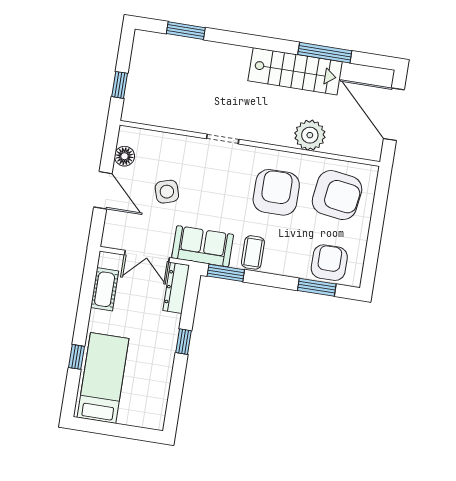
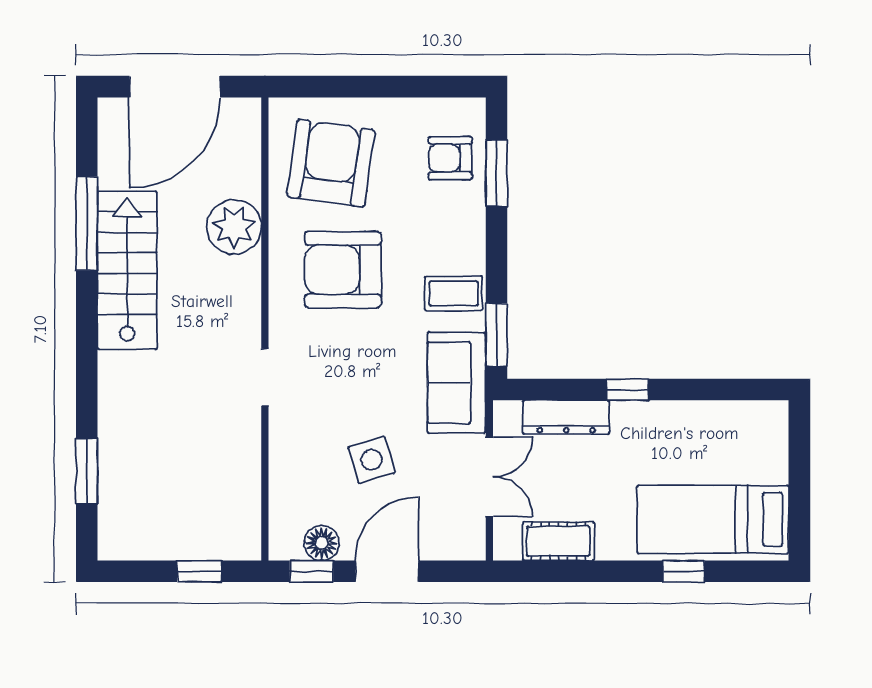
window: (110, 148) -> (311, 571), added
armchair: (329, 263) -> (450, 158), width x0.72, depth x0.72
dresser: (176, 288) -> (566, 417), moved

